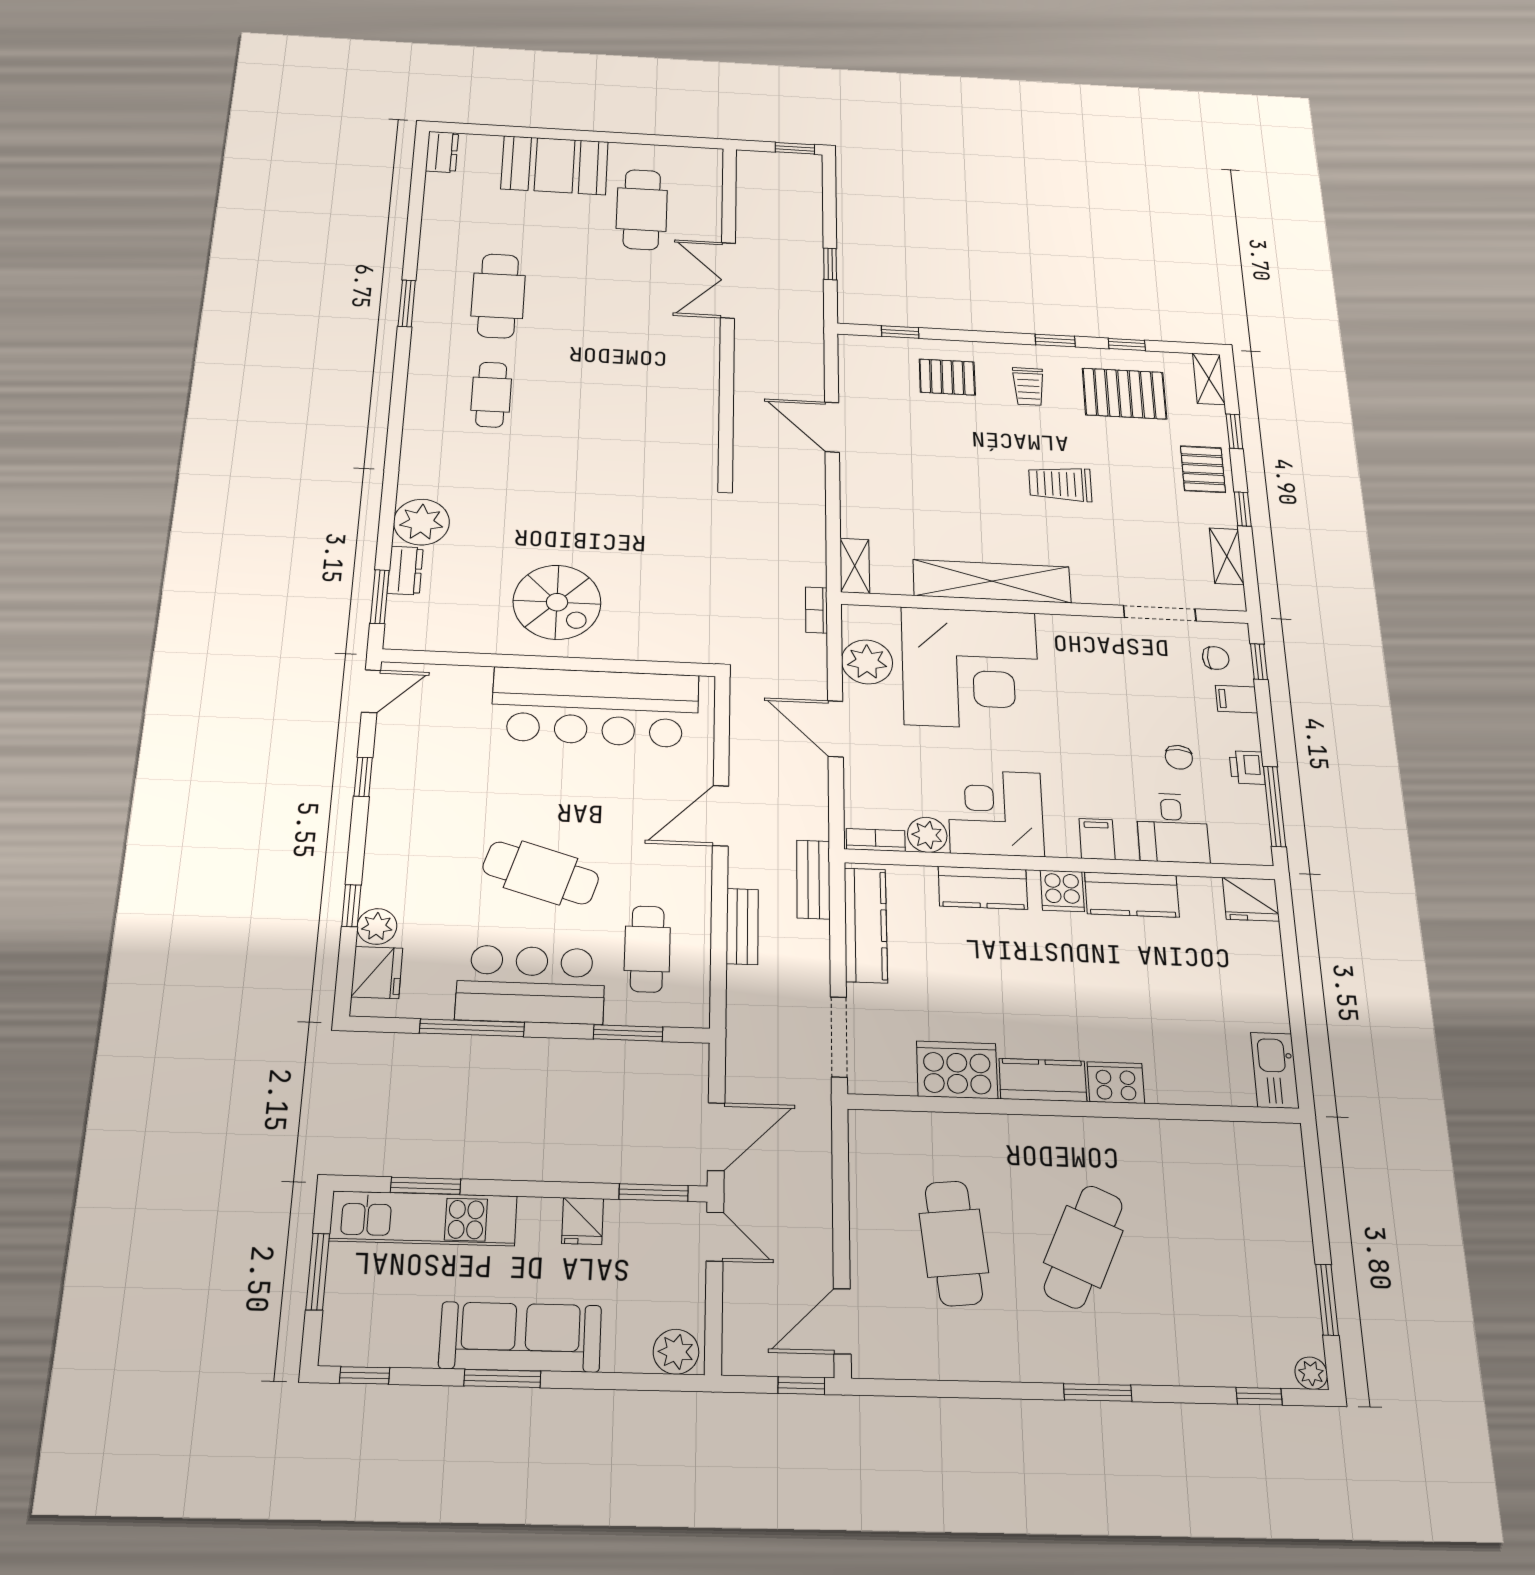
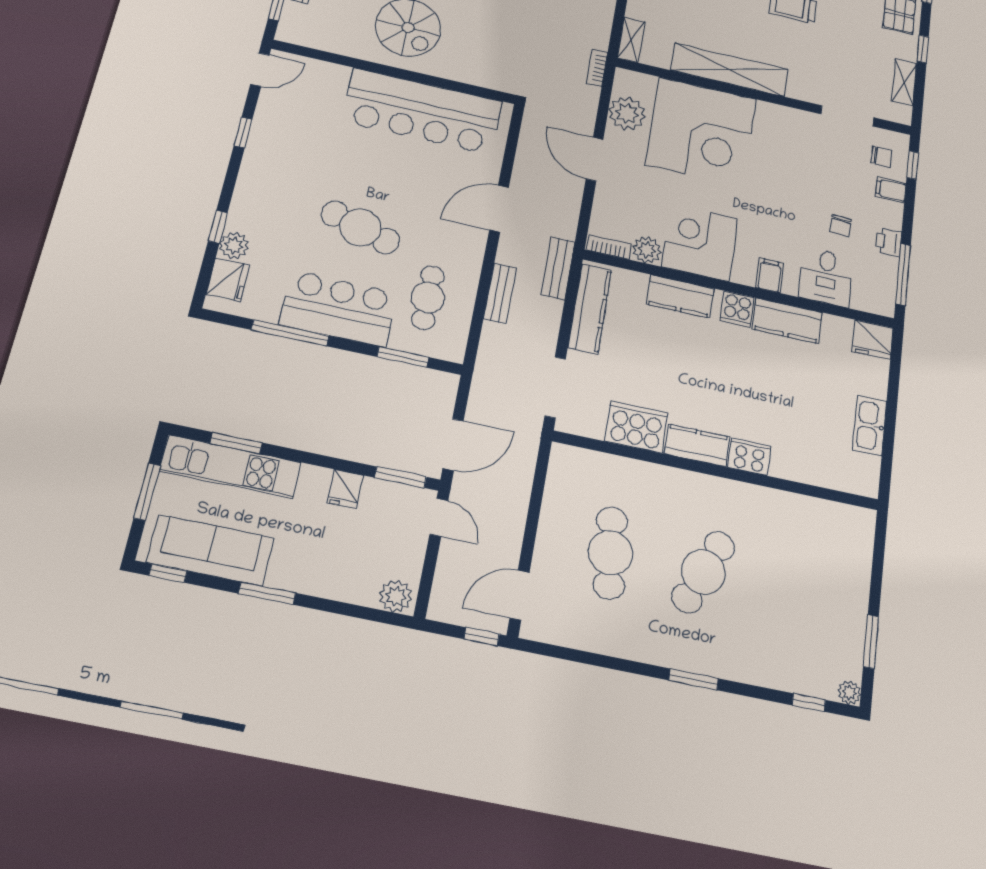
kitchen sink: (1275, 1070) -> (870, 426), moved
sofa: (520, 1337) -> (210, 550), moved

